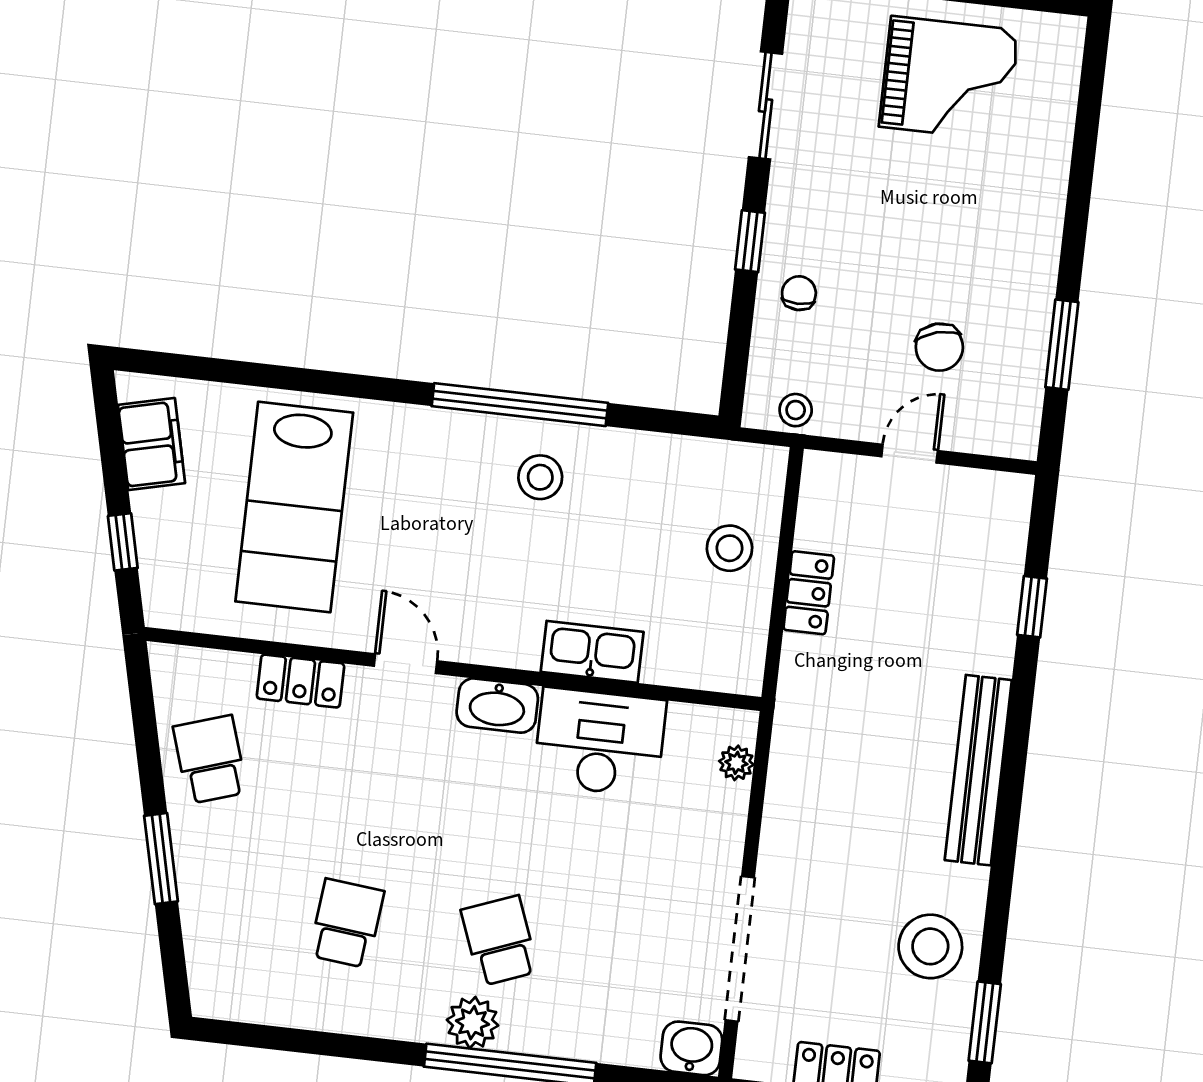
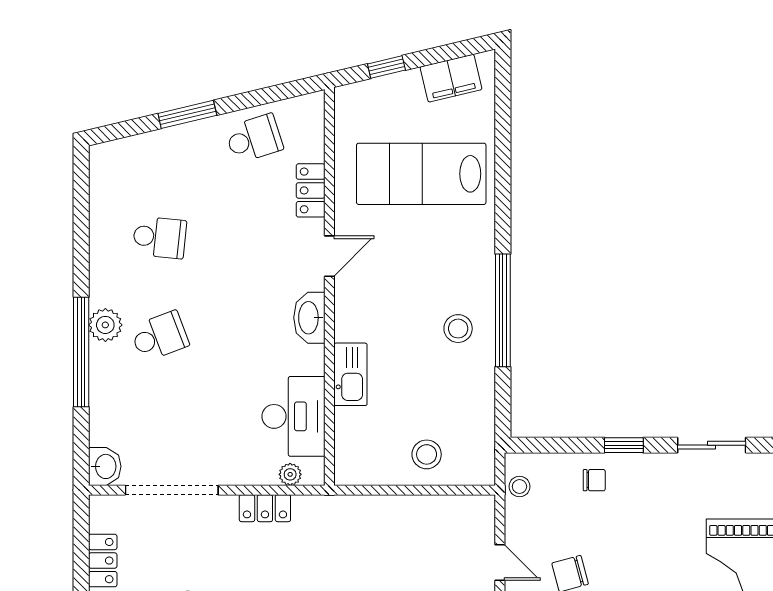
locker: (809, 593) -> (265, 508), moved
desk: (600, 742) -> (293, 416), moved

